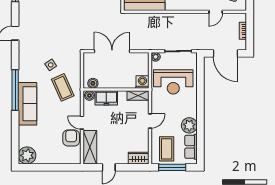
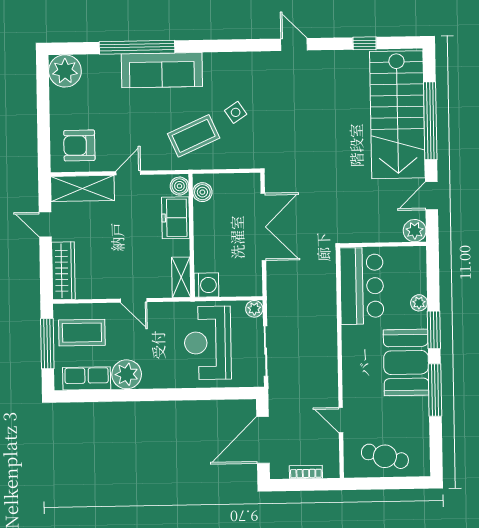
window: (15, 90) -> (137, 47), moved
armchair: (71, 138) -> (79, 145), moved, turned 180
wardrobe: (139, 158) -> (63, 271), width x1.50

